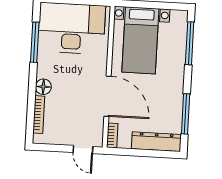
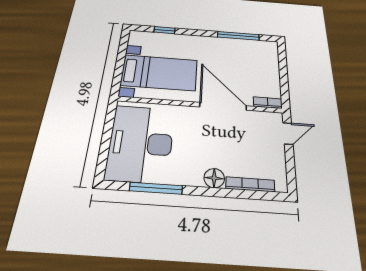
window: (190, 43) -> (165, 30), width x0.46
door: (108, 96) -> (223, 106), hinge flipped
dresser: (156, 142) -> (270, 62), removed

